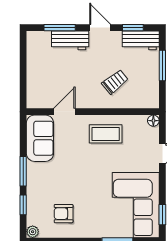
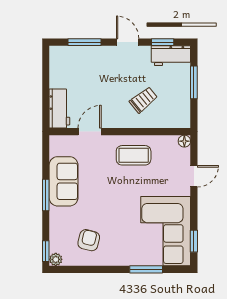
workbench: (70, 40) -> (59, 108), moved, turned -90
sofa: (40, 138) -> (64, 181), moved
window: (23, 205) -> (46, 251), moved
armchair: (64, 214) -> (89, 240), turned 104

